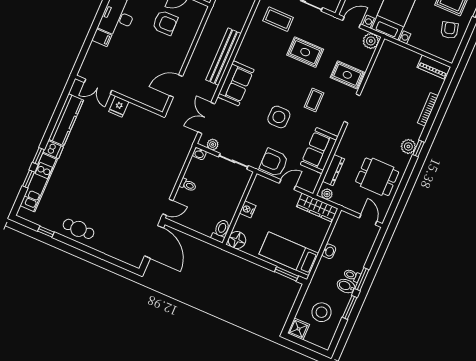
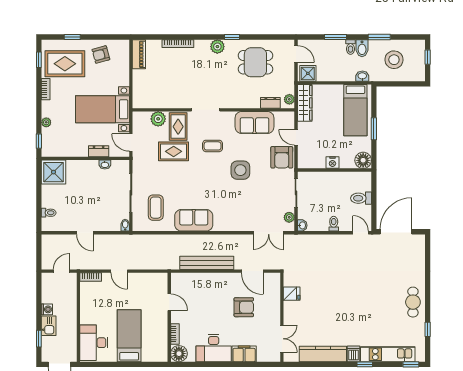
armchair: (165, 23) -> (244, 307), moved, turned 91
filing cabinet: (102, 38) -> (244, 354), width x2.00
plant: (371, 41) -> (158, 119), moved
rug: (305, 52) -> (174, 151), moved, turned 90
bench: (223, 57) -> (207, 263), moved
sofa: (236, 83) -> (194, 220), moved
fridge: (119, 107) -> (292, 294), moved
window: (418, 148) -> (232, 37), moved
dresser: (333, 170) -> (270, 103), width x0.70
dining table: (377, 177) -> (255, 62), turned 90
window: (28, 179) -> (411, 364), moved
door: (368, 220) -> (296, 54), swing flipped
toilet: (221, 231) -> (361, 198), moved
washbasin: (329, 251) -> (362, 76), moved
window: (286, 274) -> (374, 129), moved
window: (362, 279) -> (335, 37), moved
shower: (299, 329) -> (308, 73), moved
window: (310, 346) -> (428, 57), added

